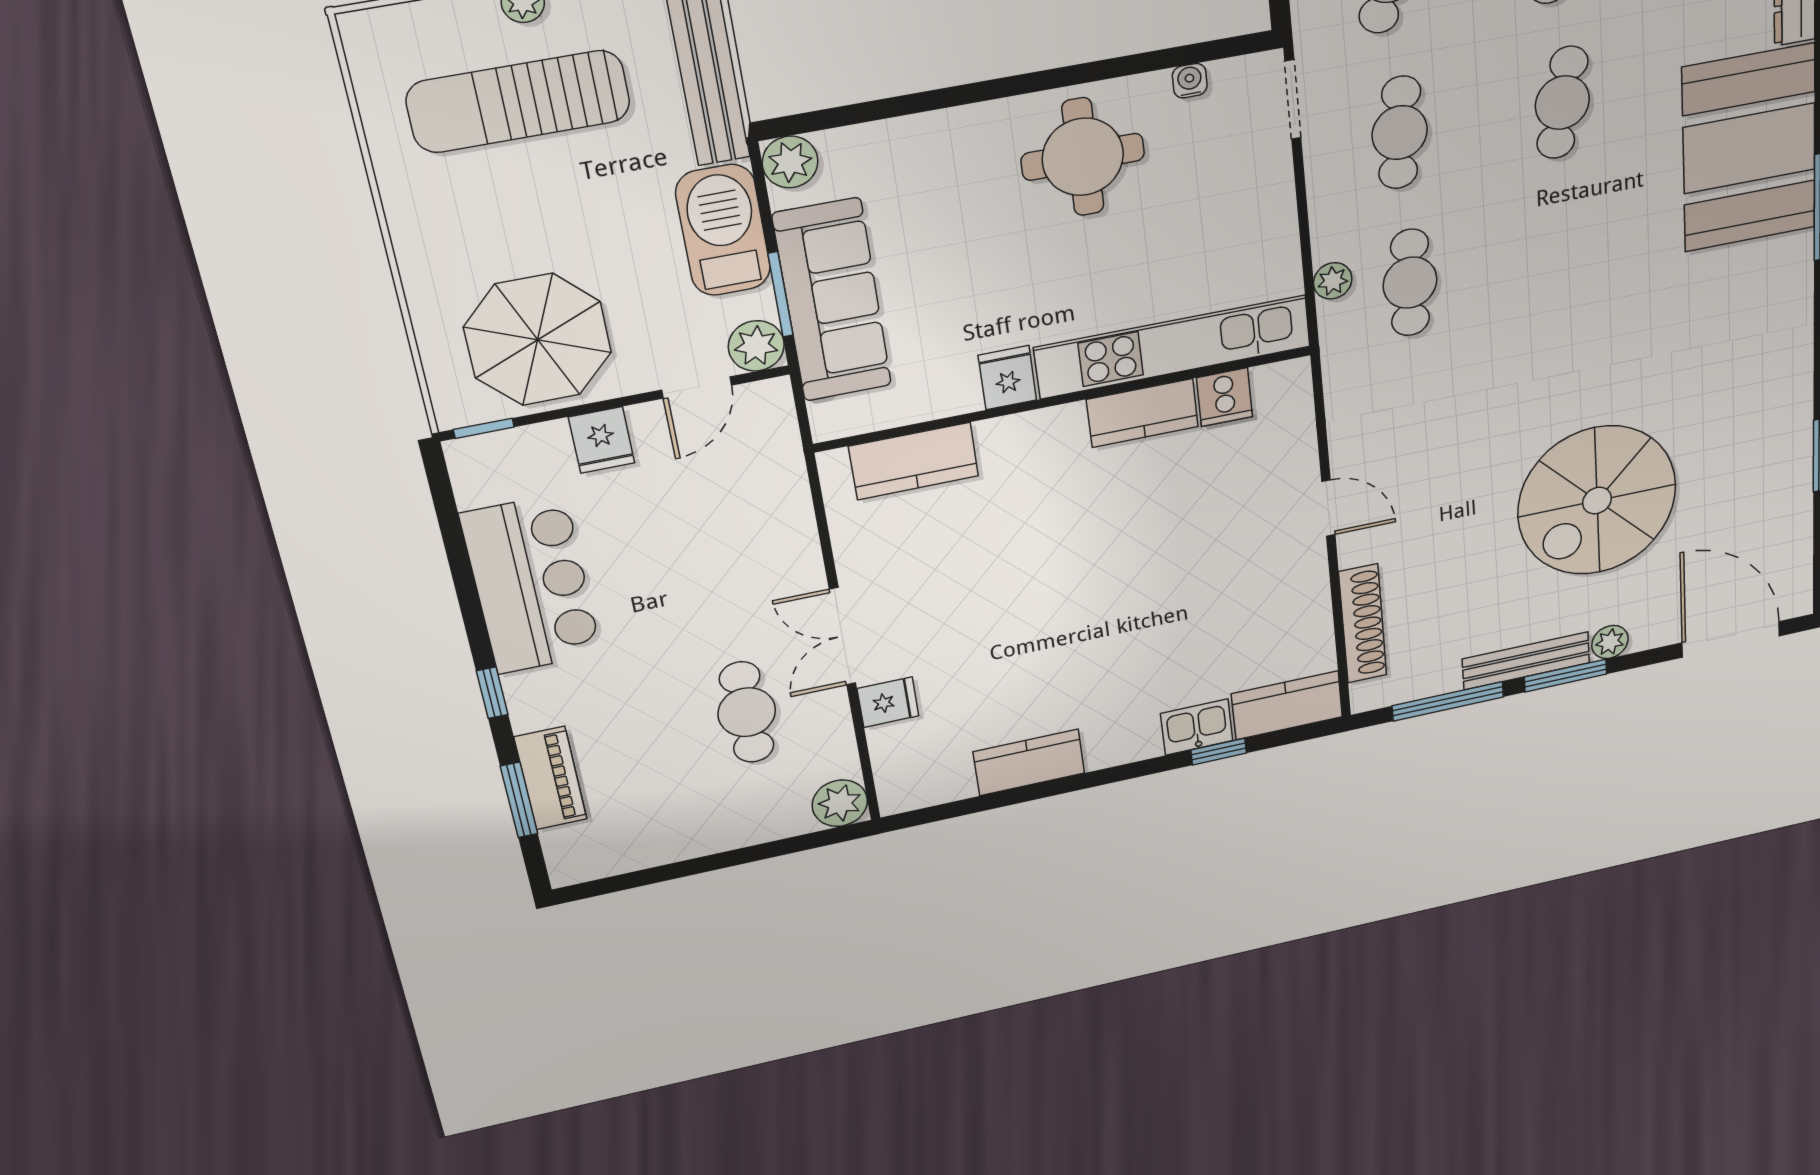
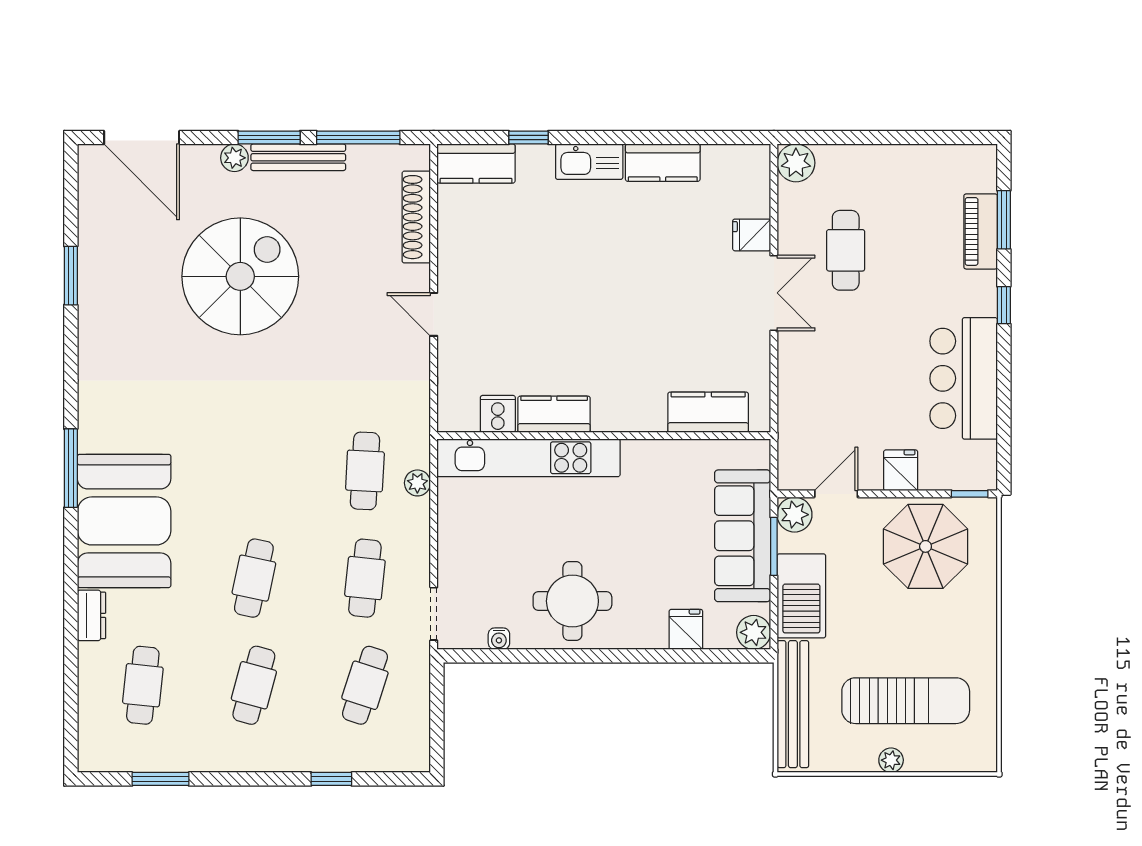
fridge: (1007, 378) -> (686, 629), moved, turned 180
kitchen sink: (1197, 727) -> (589, 162), moved, width x1.38

